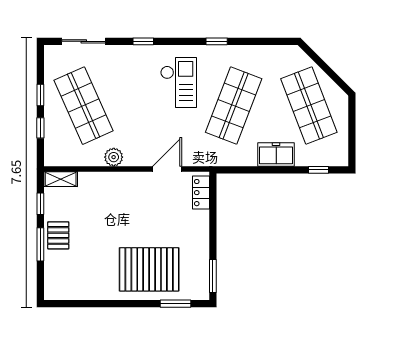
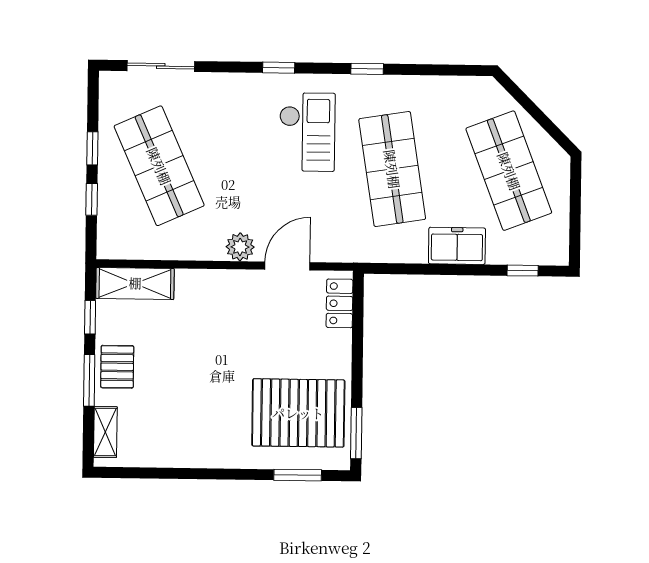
window: (143, 41) -> (279, 68), moved
shop shelf: (234, 106) -> (392, 169), turned -30
plant: (114, 157) -> (240, 247), moved
shelving: (61, 179) -> (135, 283), width x1.50, depth x1.33
pallet: (149, 269) -> (298, 413), moved
shelving: (51, 278) -> (105, 432), added

